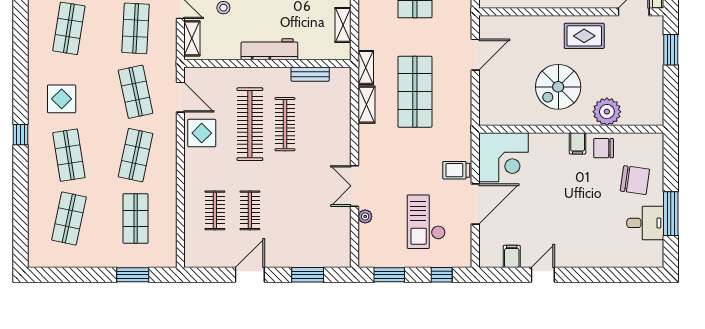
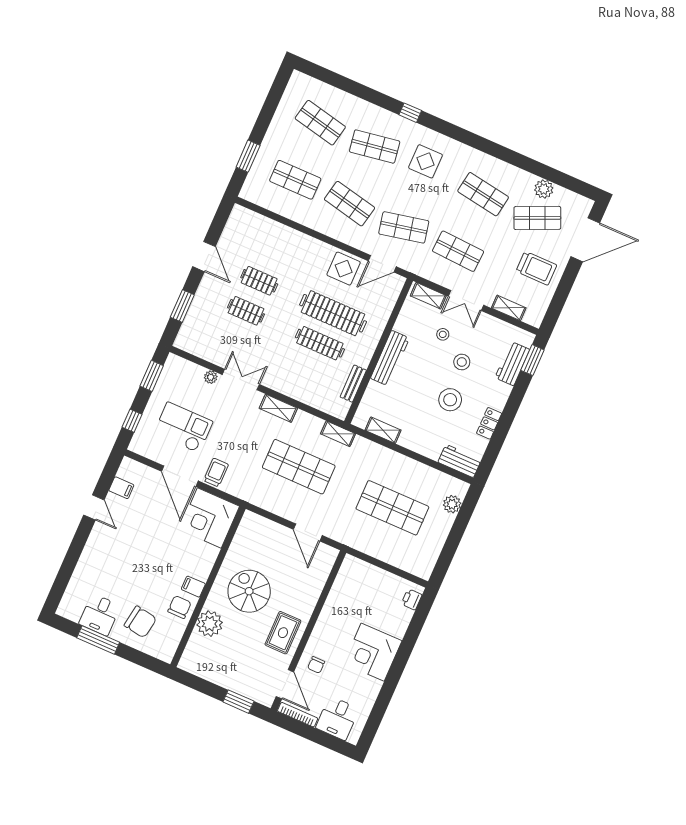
shelving: (366, 105) -> (278, 408), moved
chair: (635, 180) -> (140, 622), turned -89
clothes rail: (215, 210) -> (246, 311), moved

